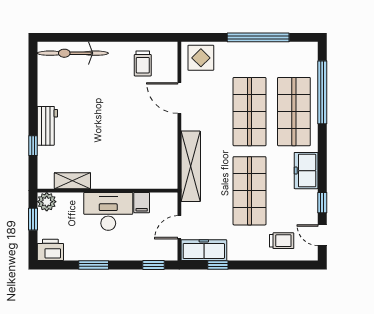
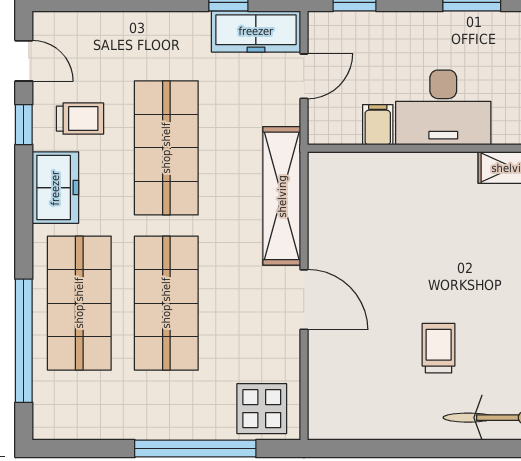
window: (258, 37) -> (195, 449), moved
trolley: (143, 63) -> (439, 348), moved
door: (179, 98) -> (304, 300), moved
trolley: (282, 241) -> (80, 119), moved, turned 180

